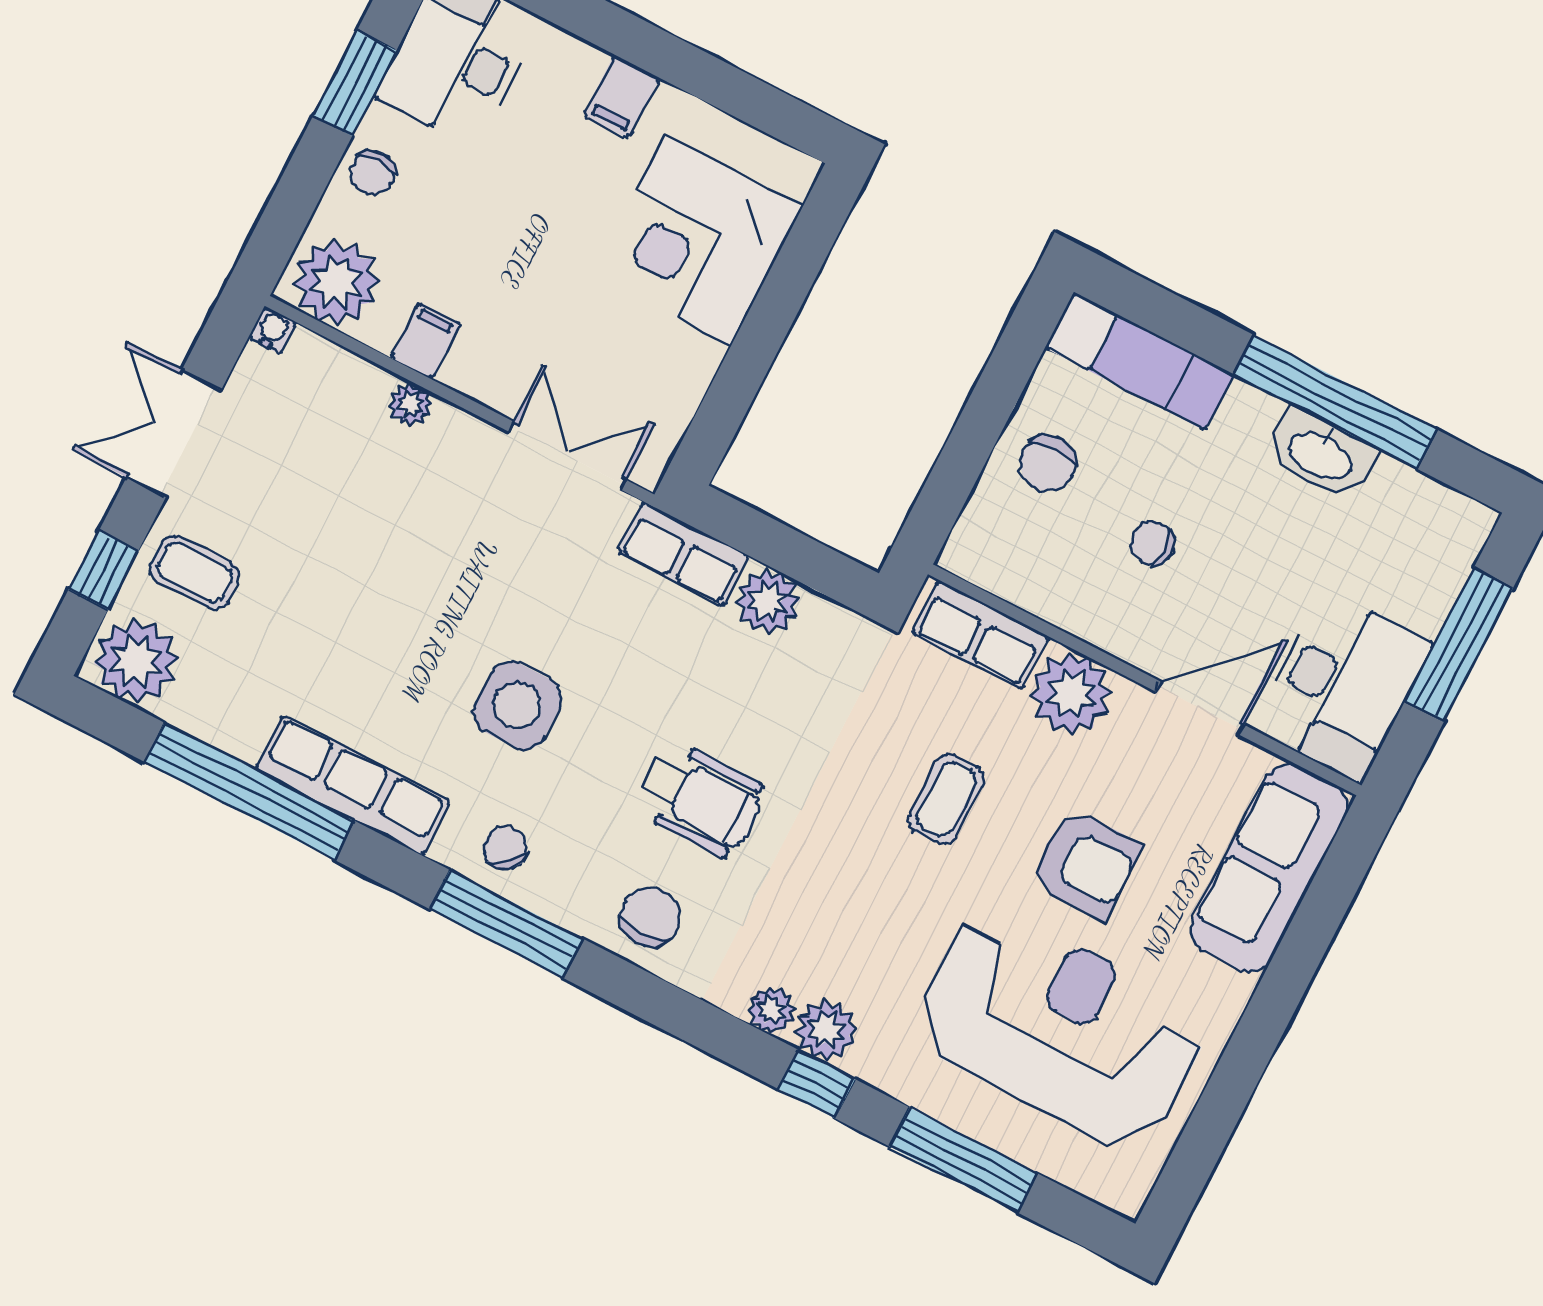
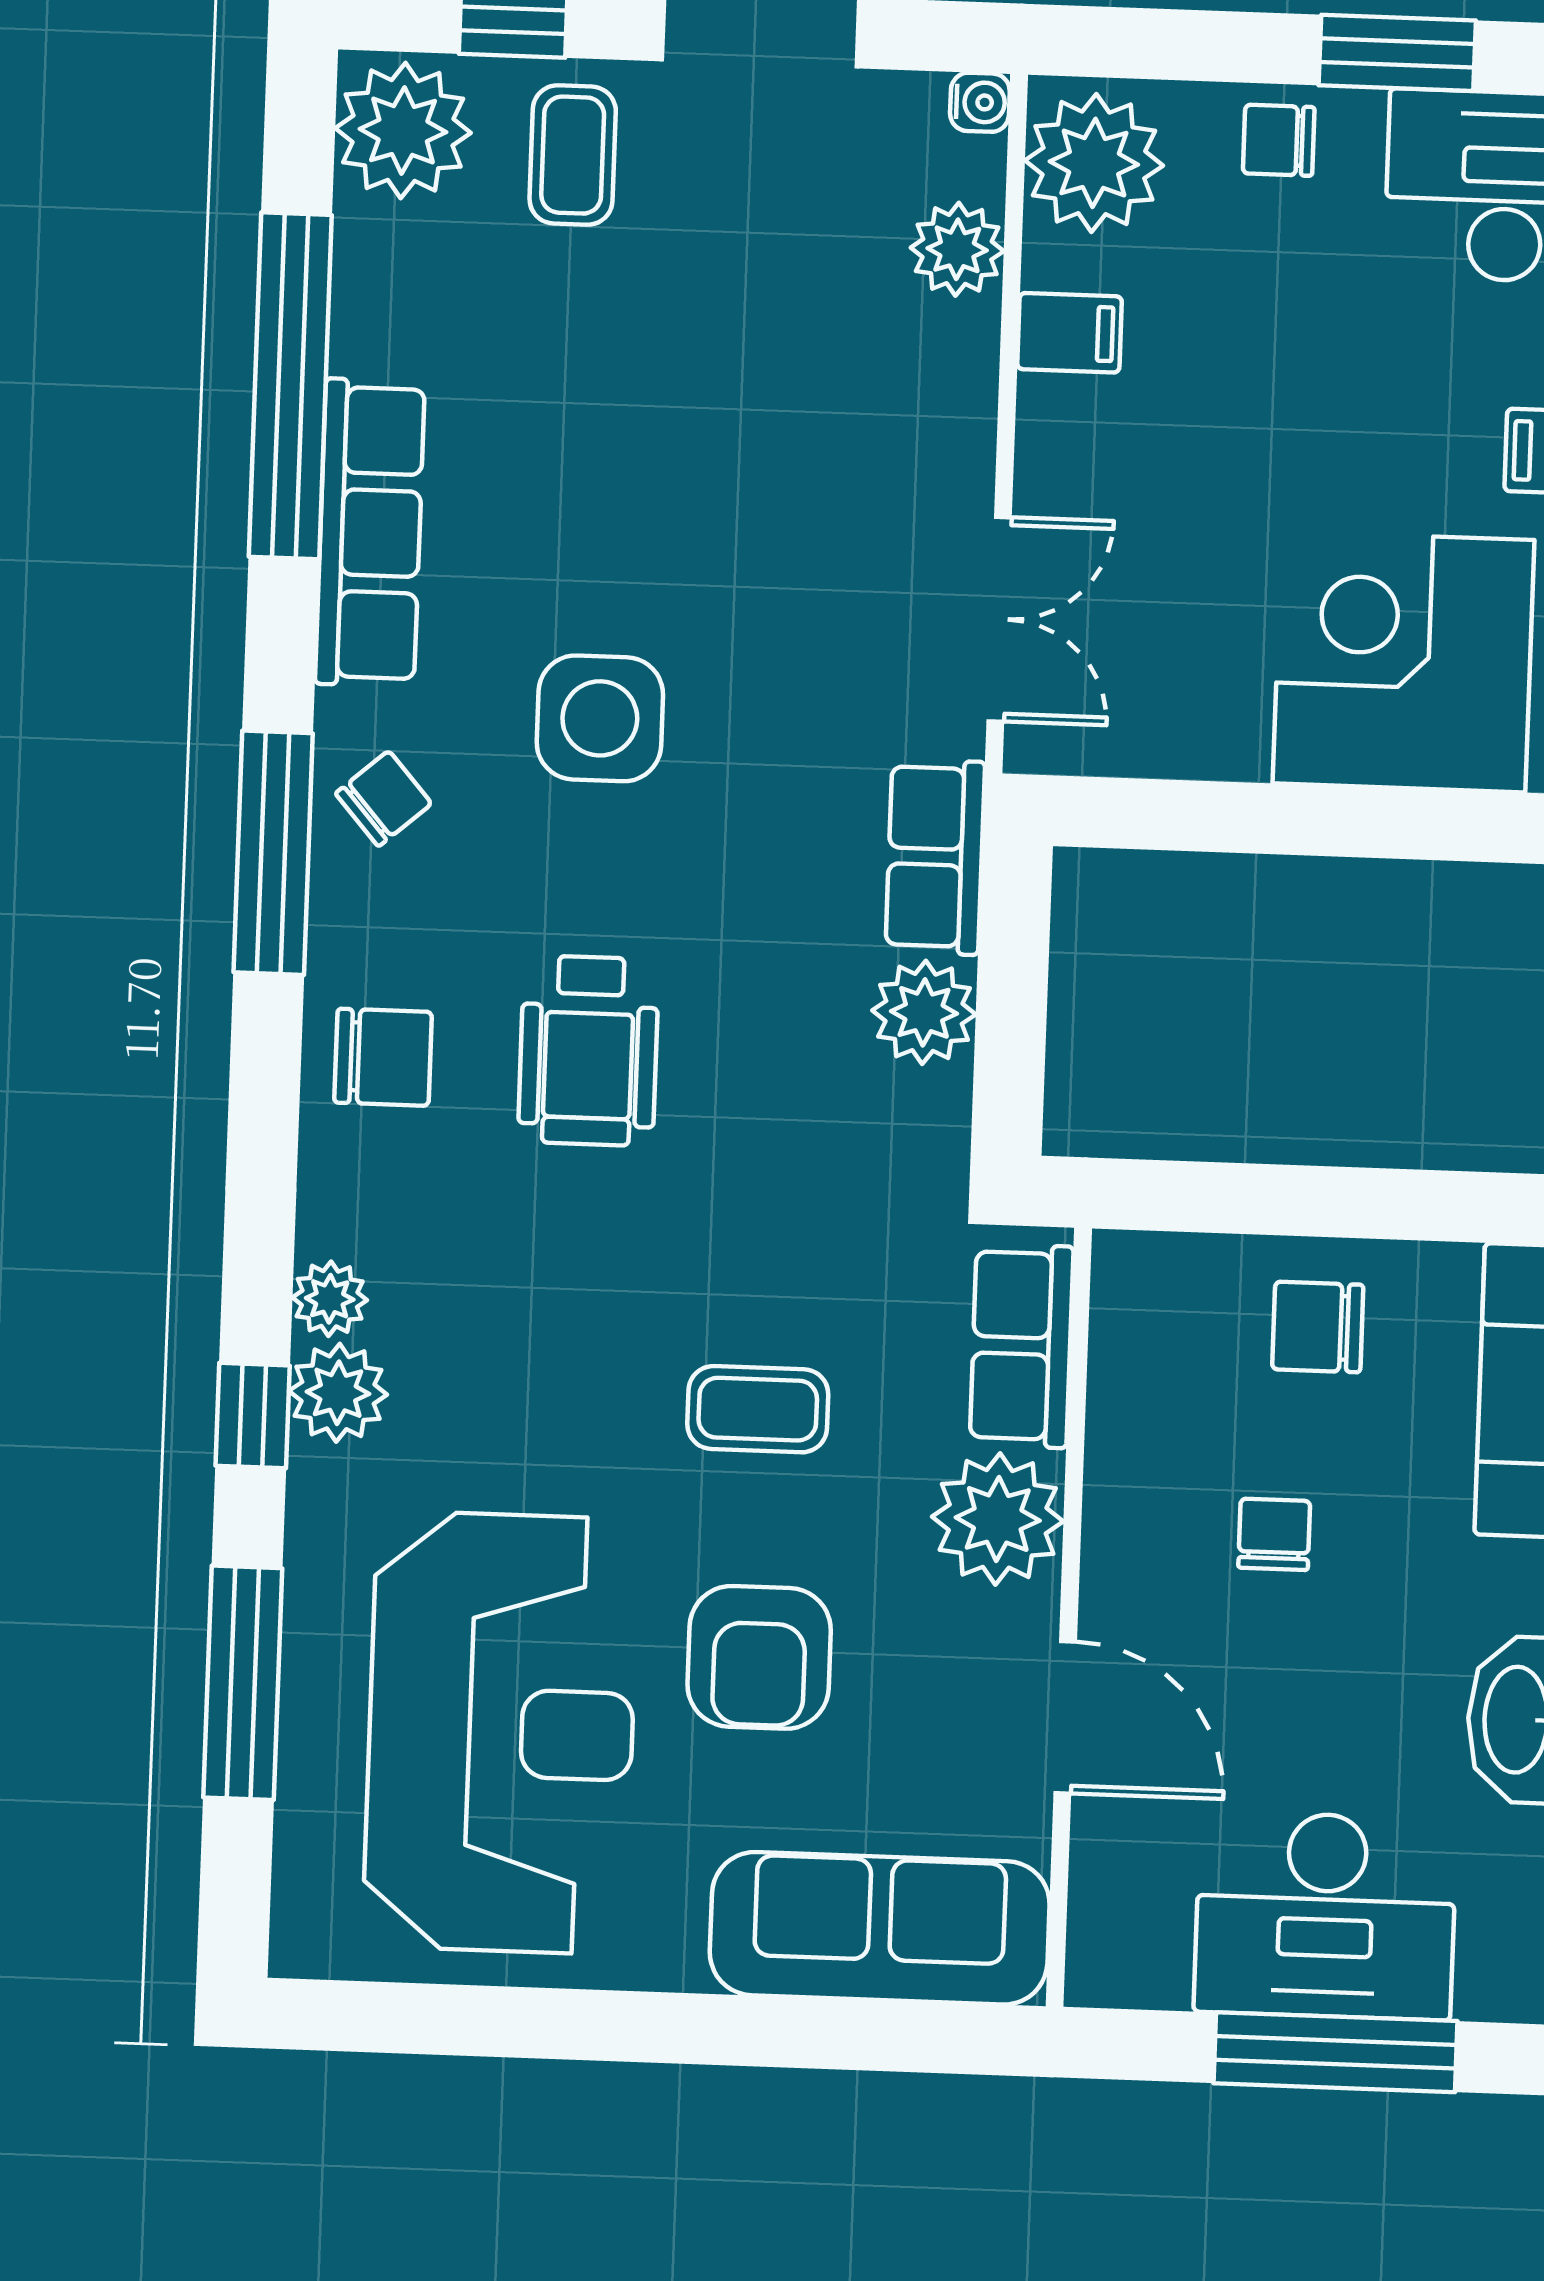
plant: (410, 405) -> (957, 249), moved, width x1.38, depth x1.38
desk: (1343, 686) -> (1325, 1915), moved

